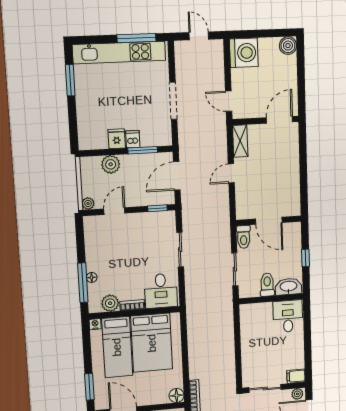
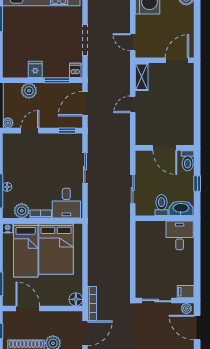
dishwasher: (133, 139) -> (75, 70), moved
toilet: (244, 237) -> (188, 161), moved

